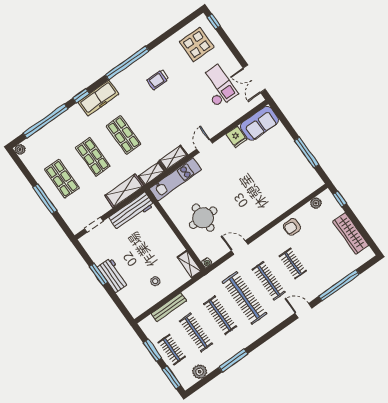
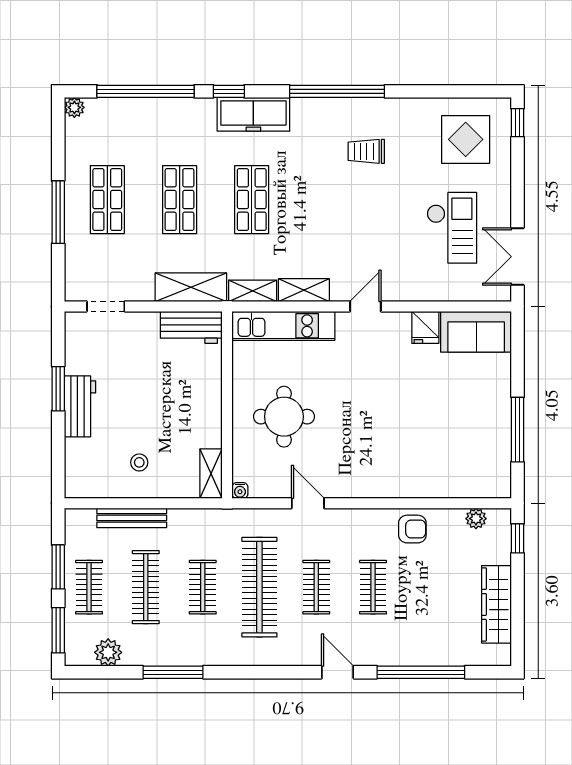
workbench: (132, 211) -> (191, 327), width x0.73
armchair: (292, 227) -> (412, 529), turned 180
clothes rail: (269, 281) -> (316, 587), width x0.73
clothes rail: (220, 315) -> (203, 587), width x0.73

